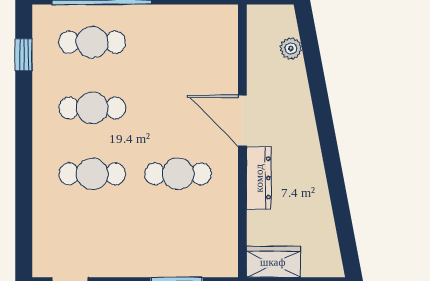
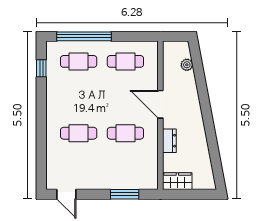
cafe table: (92, 108) -> (125, 61), moved
dresser: (259, 178) -> (169, 141), width x0.70

